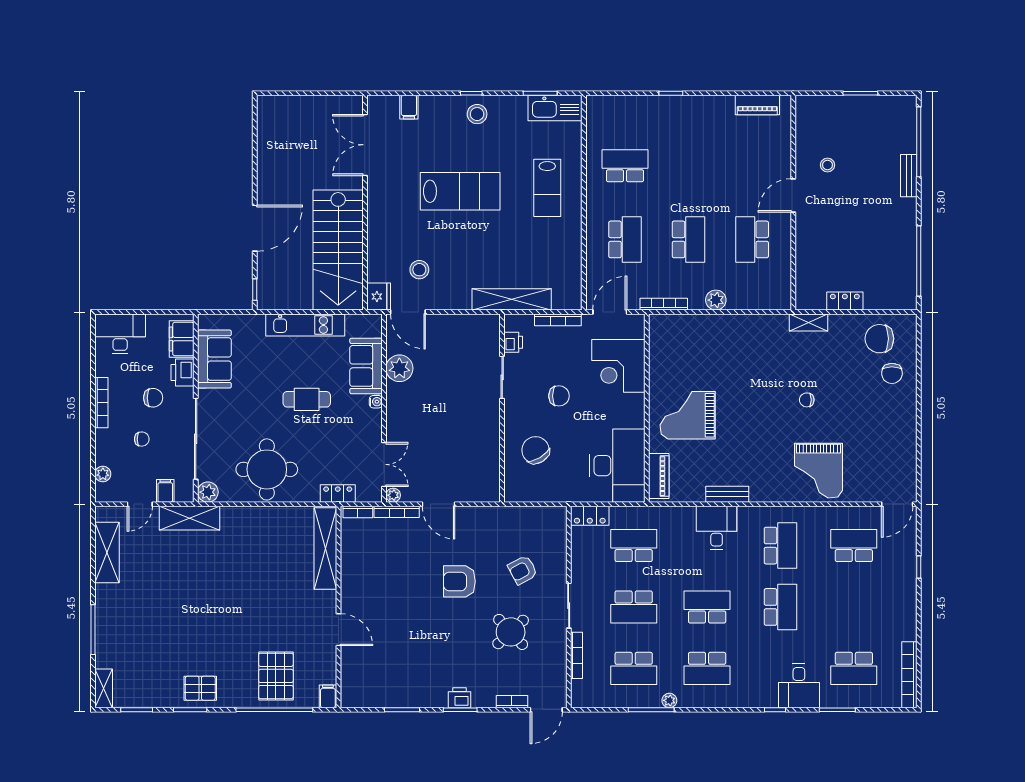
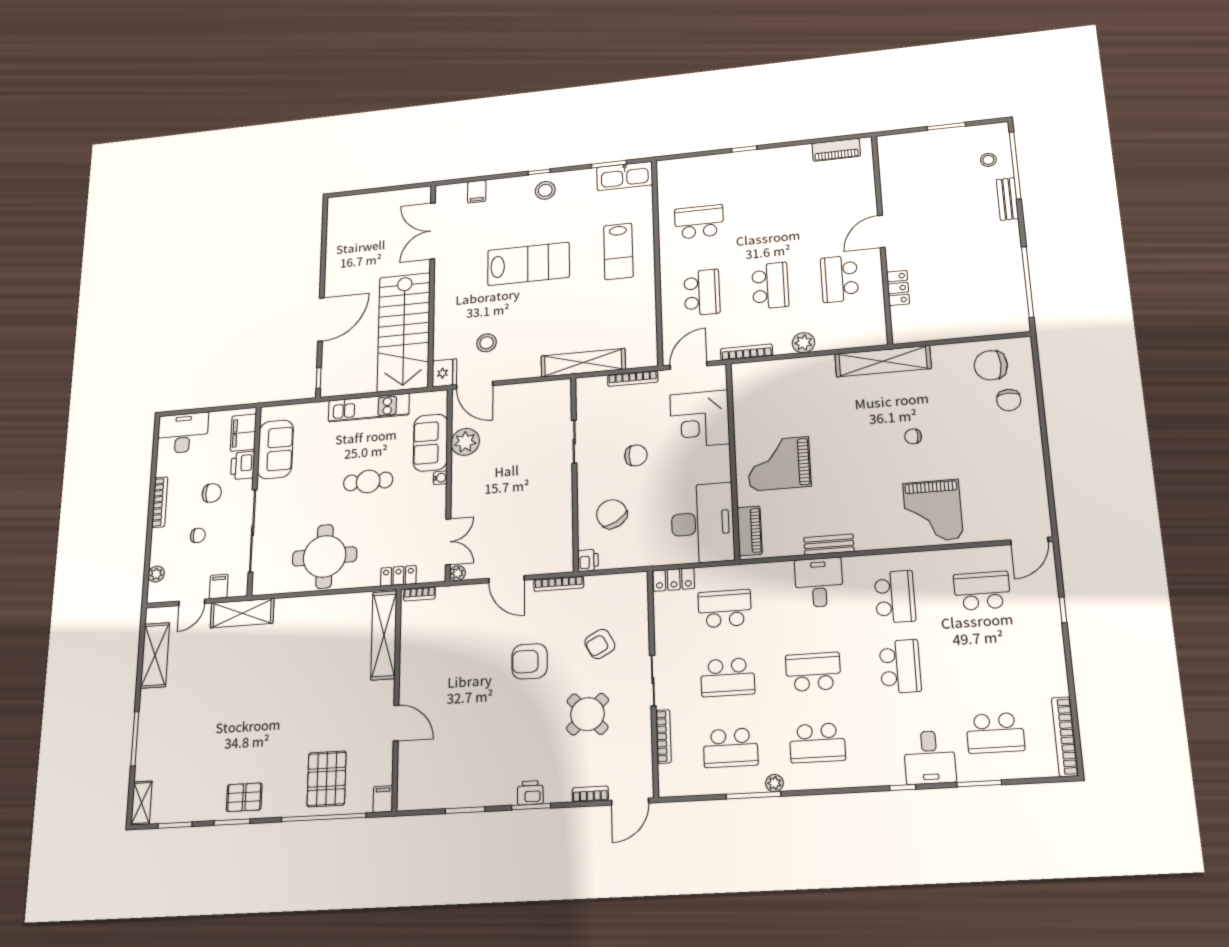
stool: (827, 165) -> (988, 160), moved
locker: (845, 301) -> (898, 288), moved, turned 90
shelving: (809, 323) -> (883, 361), width x2.20, depth x1.33
printer: (513, 342) -> (588, 560), moved
plant: (208, 492) -> (262, 585), removed
bookcase: (397, 512) -> (559, 584), moved

